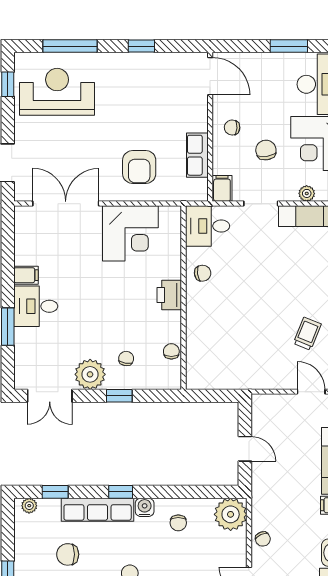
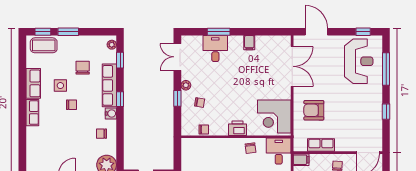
corner desk: (130, 233) -> (274, 116), moved
desk: (36, 306) -> (215, 49), moved
plant: (90, 374) -> (186, 85), width x0.53, depth x0.53

